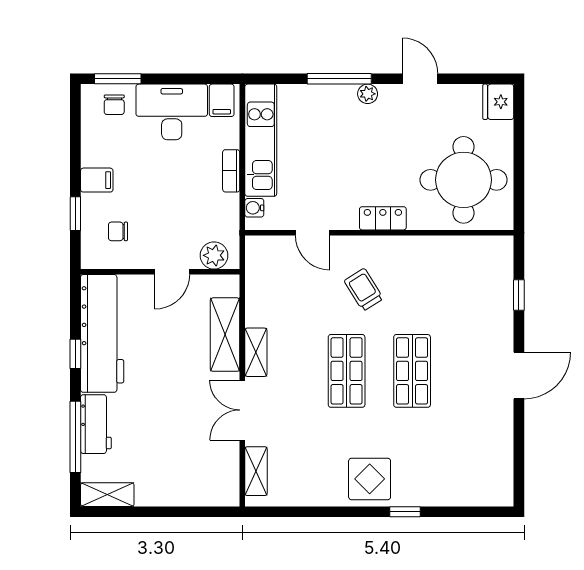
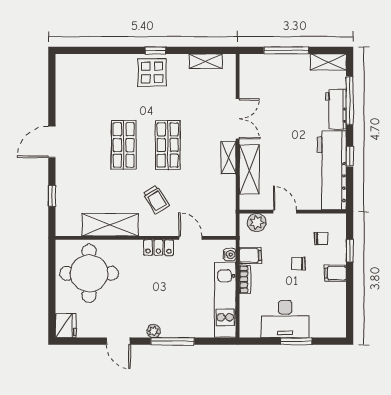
window: (118, 79) -> (296, 341), moved
filing cabinet: (222, 100) -> (250, 255), moved, turned 90
chair: (114, 105) -> (298, 264), moved, turned -90
locker: (383, 218) -> (158, 247), moved
shelving: (432, 252) -> (110, 225), added
door: (172, 272) -> (285, 212), hinge flipped
shelving: (256, 471) -> (206, 61), moved, turned 90
window: (170, 512) -> (286, 50), added
window: (405, 512) -> (155, 50), moved

